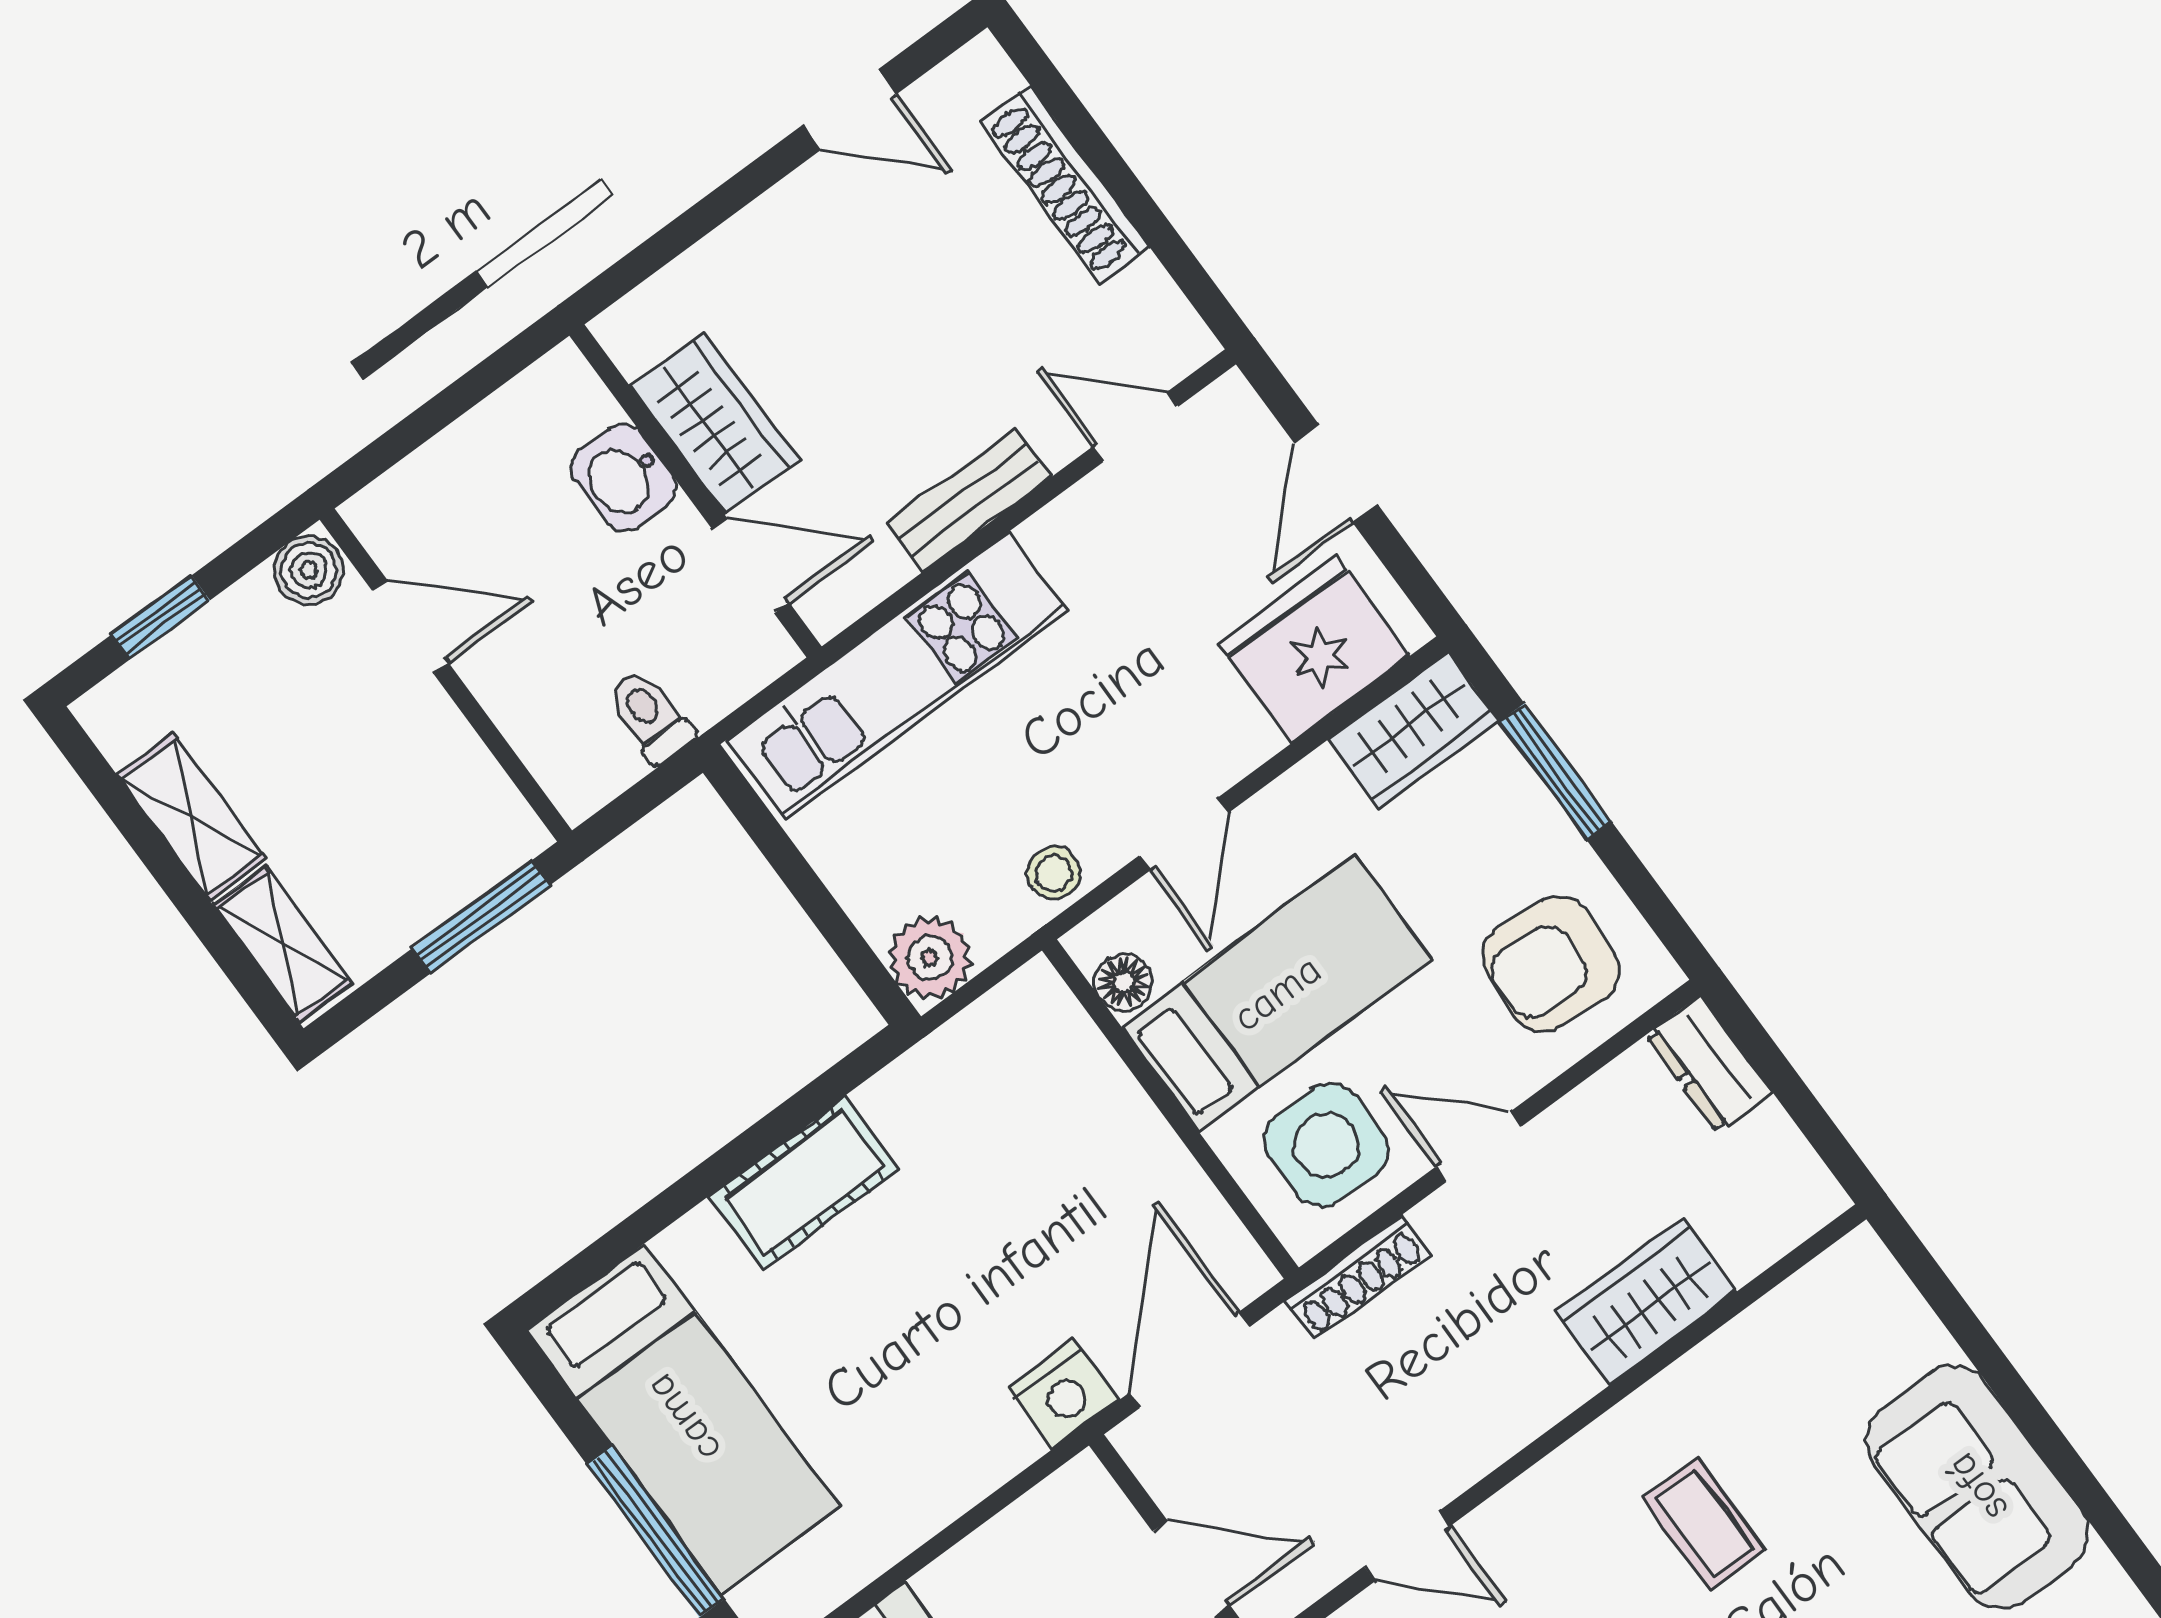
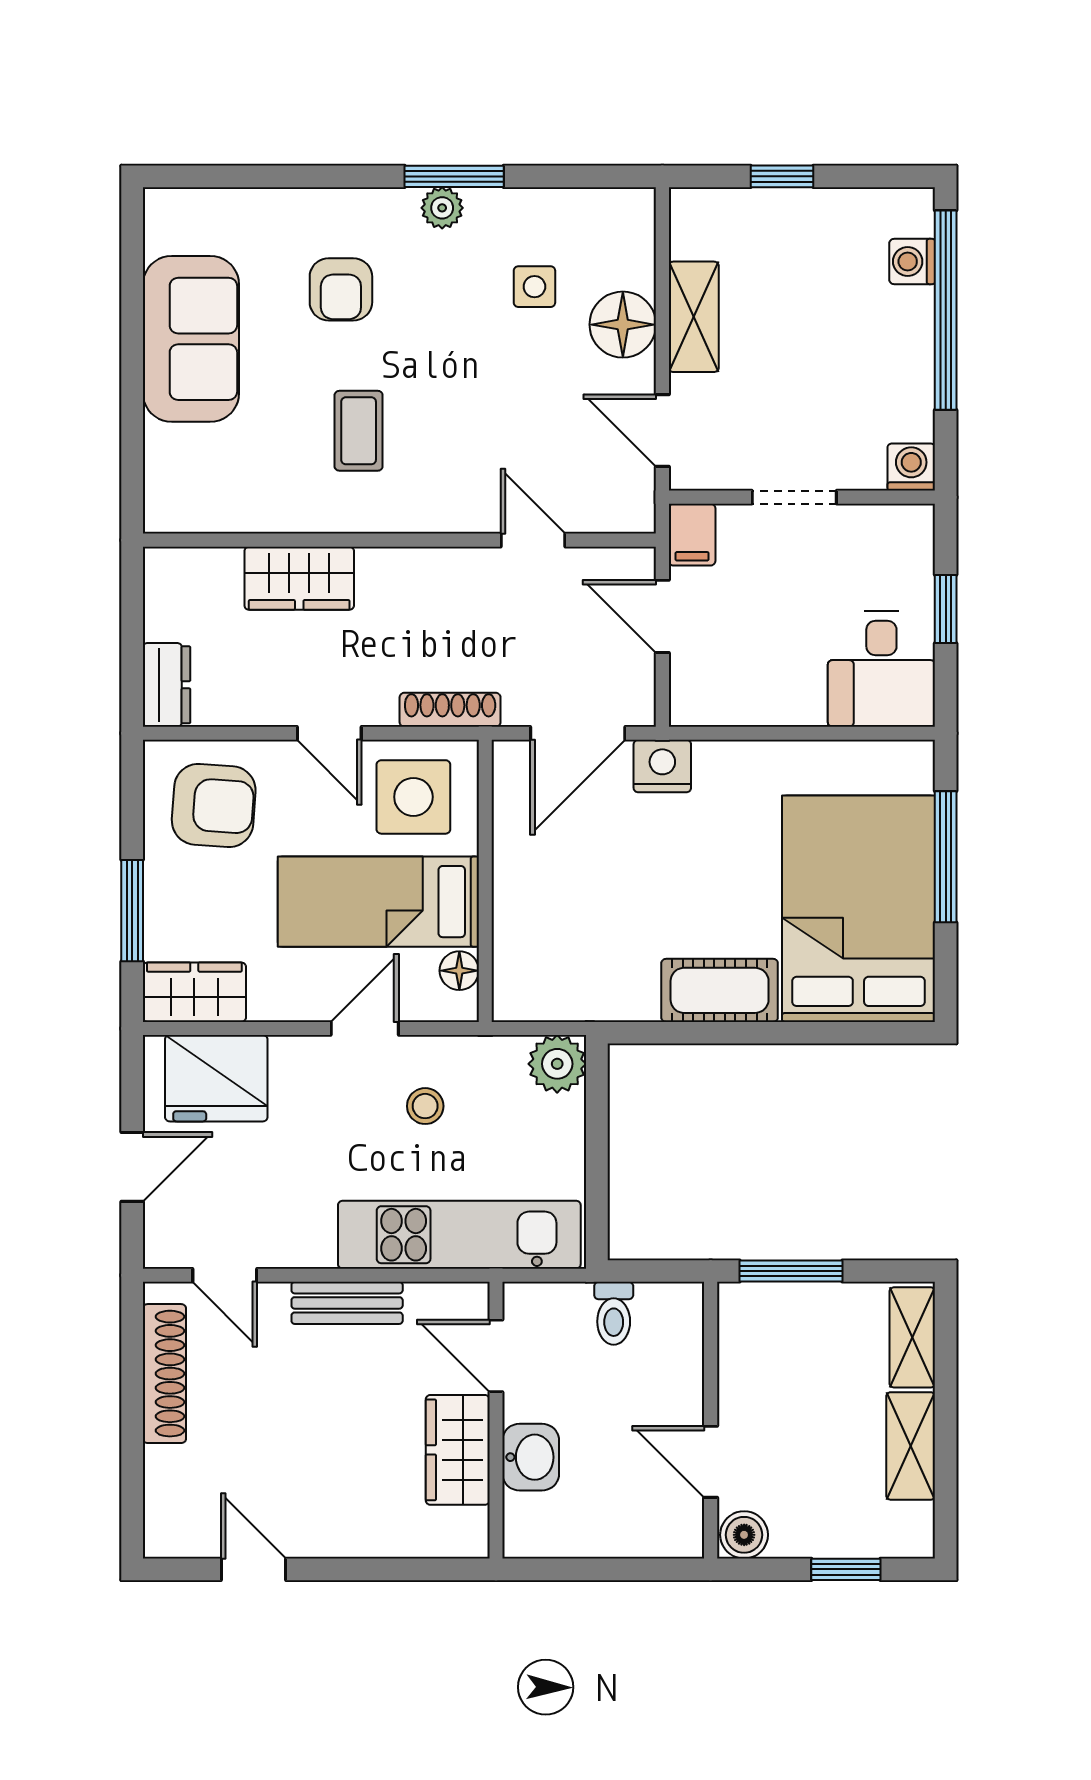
shoe rack: (1065, 185) -> (164, 1374), moved
stool: (1054, 873) -> (425, 1106), moved
bed: (683, 1418) -> (858, 909), width x1.50

